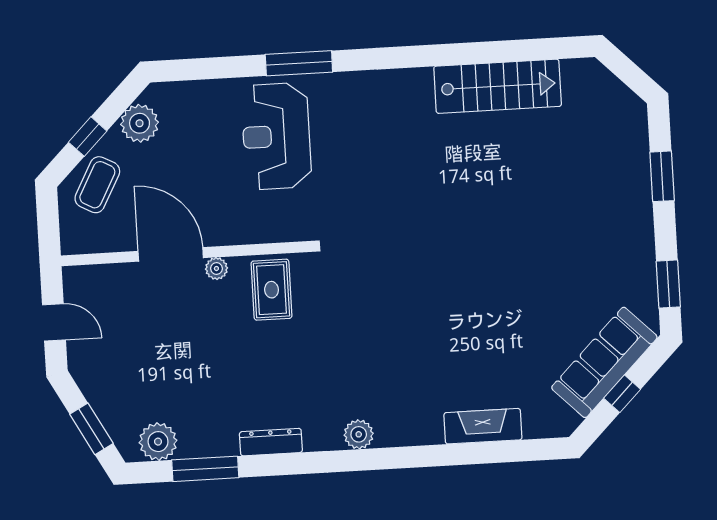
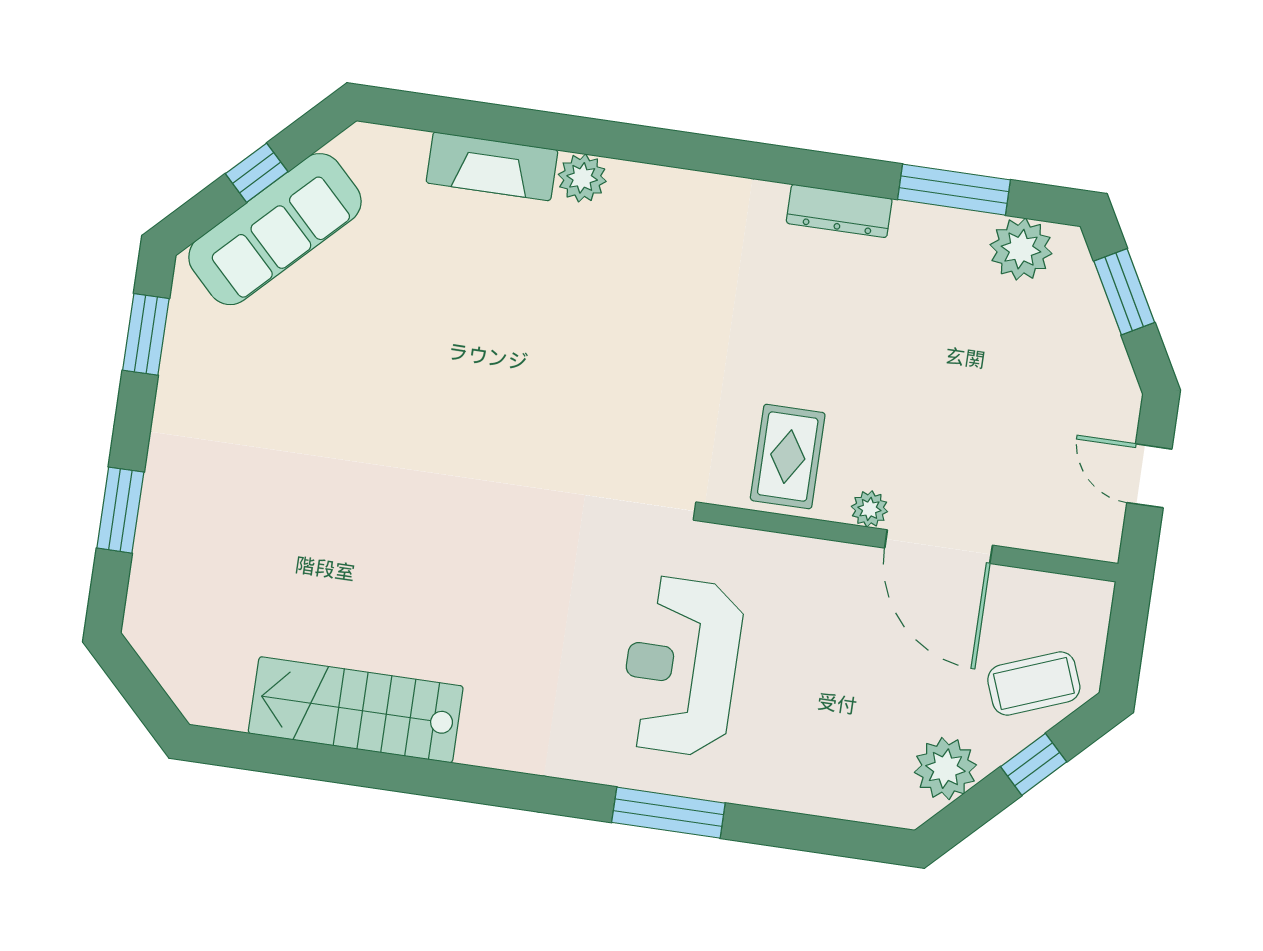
reception desk: (276, 136) -> (681, 666), moved, turned 180
coffee table: (97, 185) -> (1034, 683), turned 41
plant: (359, 434) -> (582, 178), moved

